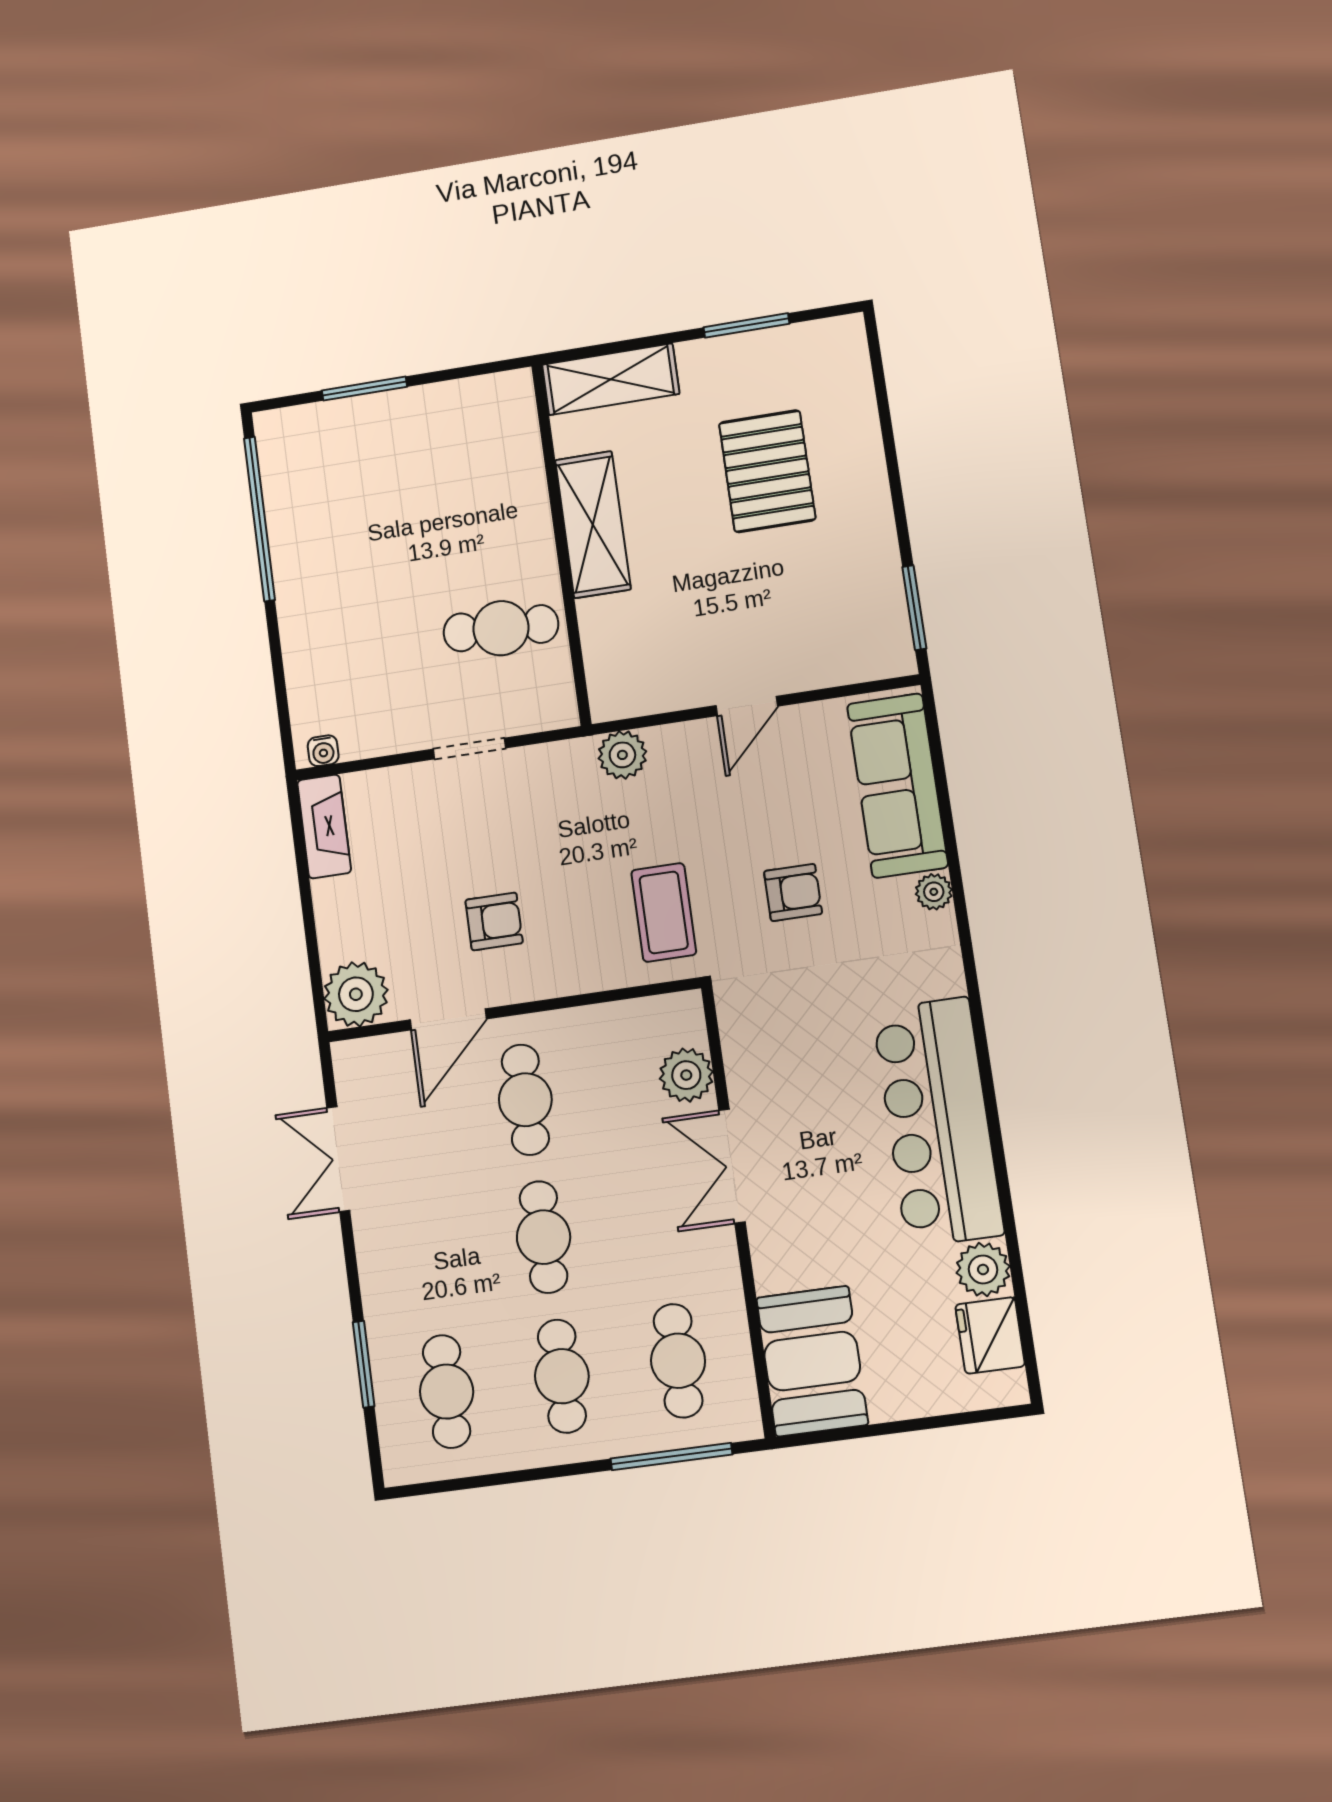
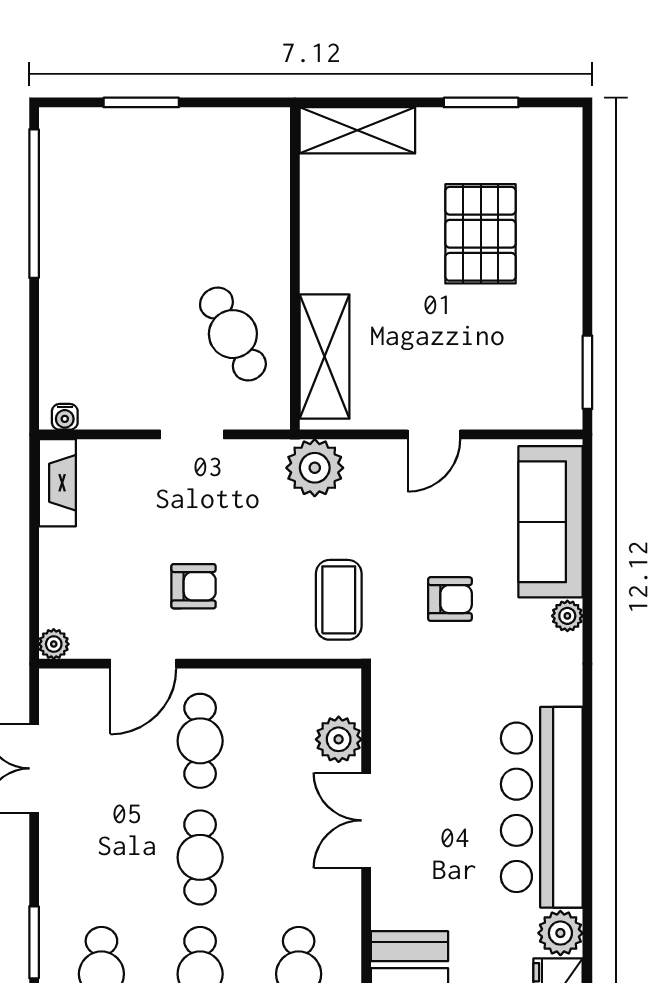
shelving: (593, 525) -> (325, 357), moved
cafe table: (501, 628) -> (233, 334), turned 59
plant: (622, 755) -> (315, 468), width x1.36, depth x1.36
plant: (356, 994) -> (54, 644), width x0.53, depth x0.53

